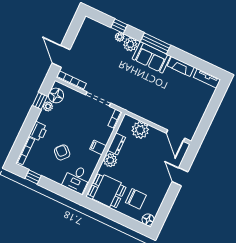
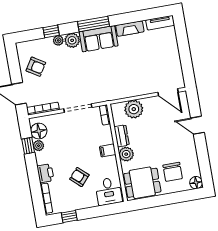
armchair: (88, 45) -> (36, 67), added
chair: (136, 199) -> (173, 172), turned 90

